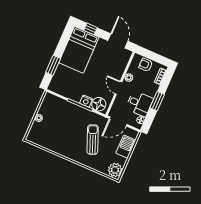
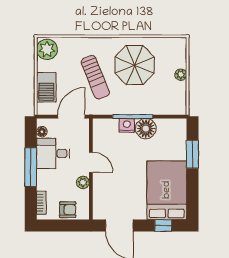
window: (157, 101) -> (31, 167), width x1.44
floor lamp: (99, 104) -> (146, 129), moved
parasol: (65, 136) -> (135, 65), added

